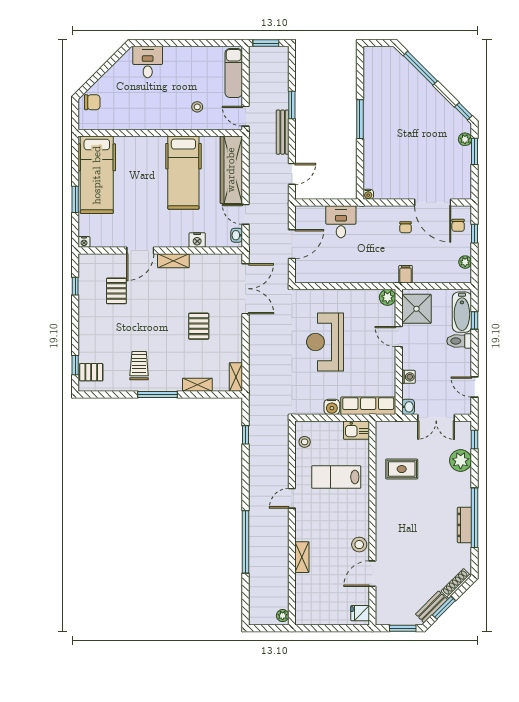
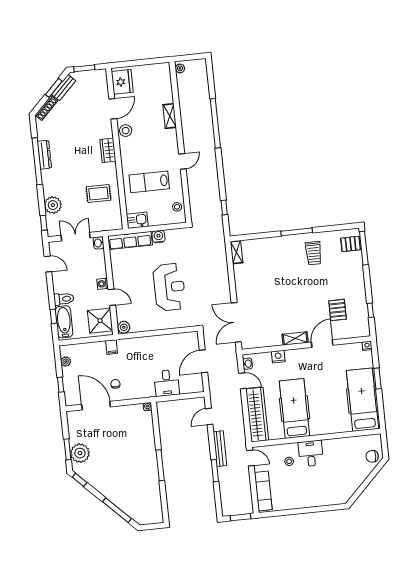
desk: (148, 62) -> (311, 454), moved, turned 180
plant: (465, 139) -> (80, 453), width x1.87, depth x1.87
chair: (458, 225) -> (74, 390), removed
pallet: (199, 326) -> (270, 289), removed
window: (75, 365) -> (364, 248), width x2.17
washing machine: (408, 377) -> (103, 284), moved
shelving: (197, 385) -> (266, 243), removed
lab bench: (336, 477) -> (149, 182), turned 180
wardrobe: (384, 522) -> (108, 150), added
fridge: (360, 613) -> (122, 82), width x1.88, depth x1.34

